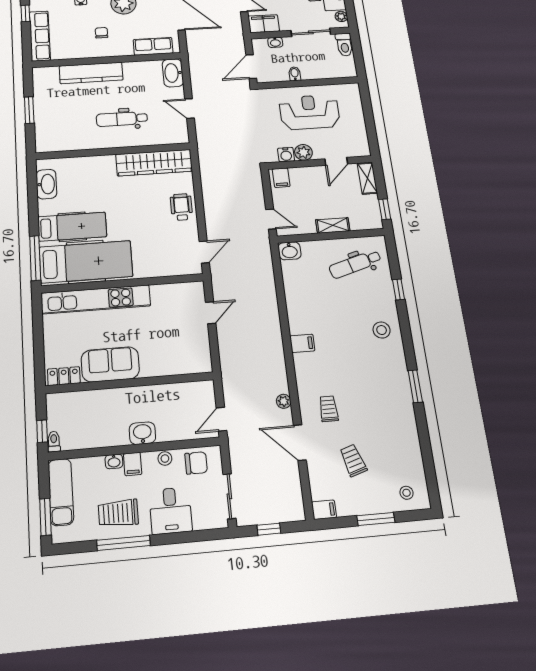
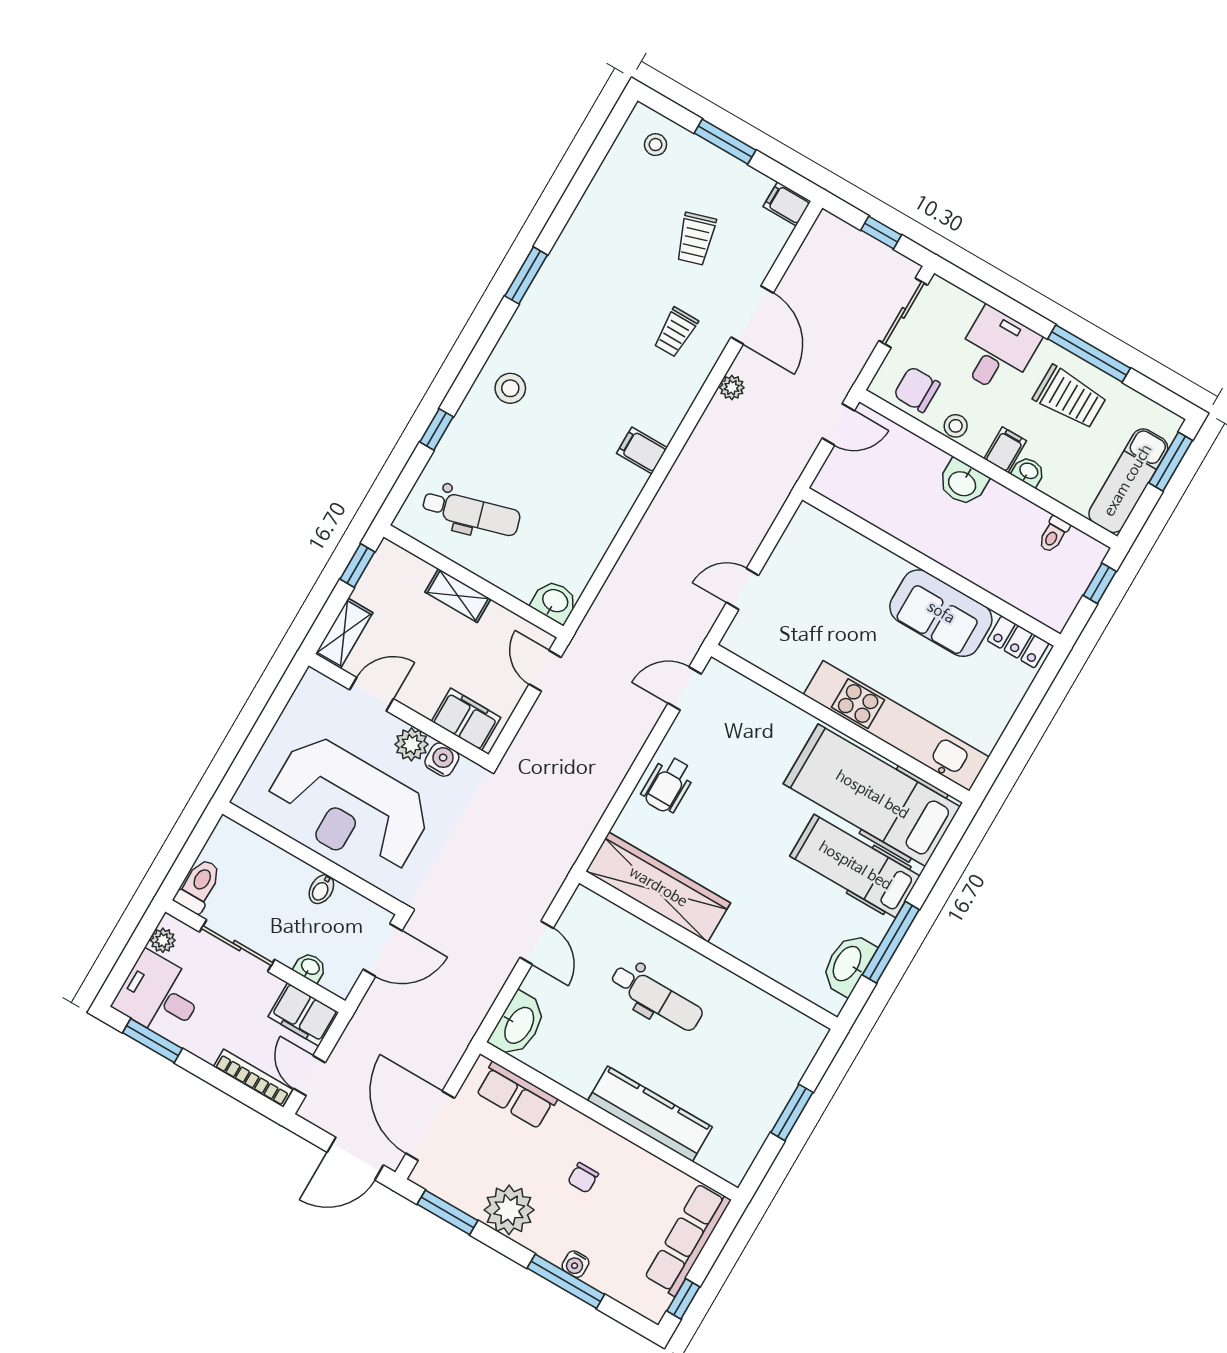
reception desk: (310, 112) -> (349, 806), width x1.36, depth x1.30
filing cabinet: (281, 178) -> (466, 719), width x2.00
window: (35, 258) -> (891, 942), moved
toilet: (54, 442) -> (1054, 534), moved

